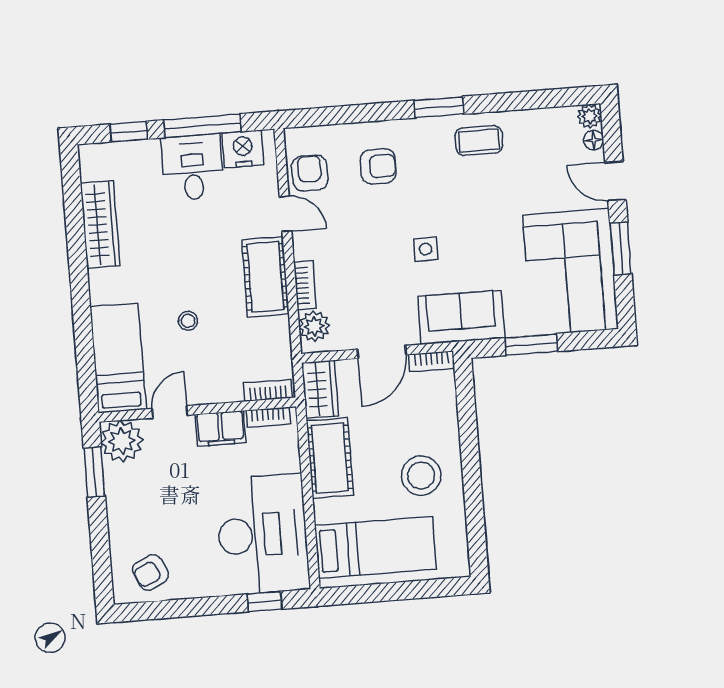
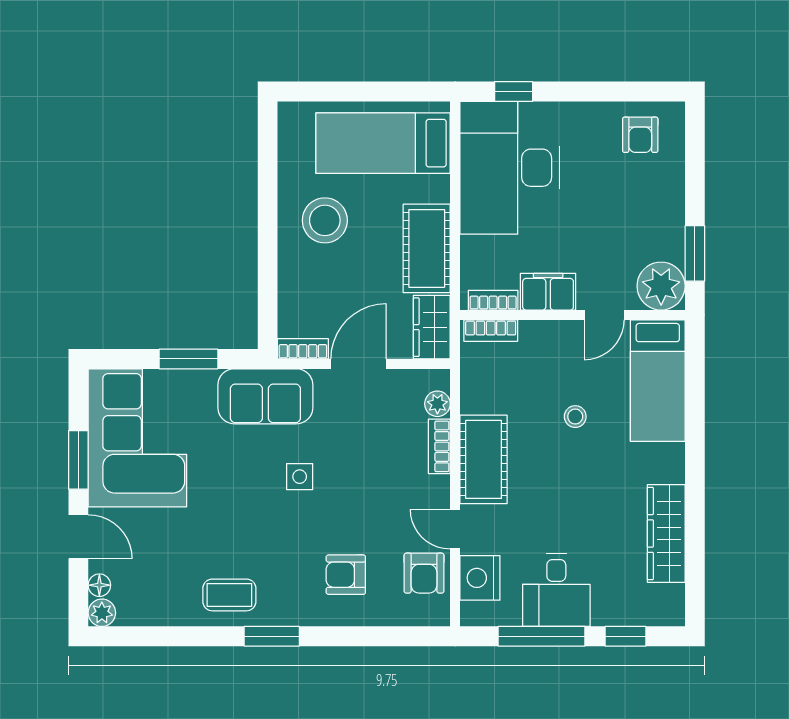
nightstand: (243, 149) -> (480, 578), moved, turned 90
plant: (314, 326) -> (437, 404), width x0.73, depth x0.73
armchair: (150, 572) -> (640, 135), turned 116

